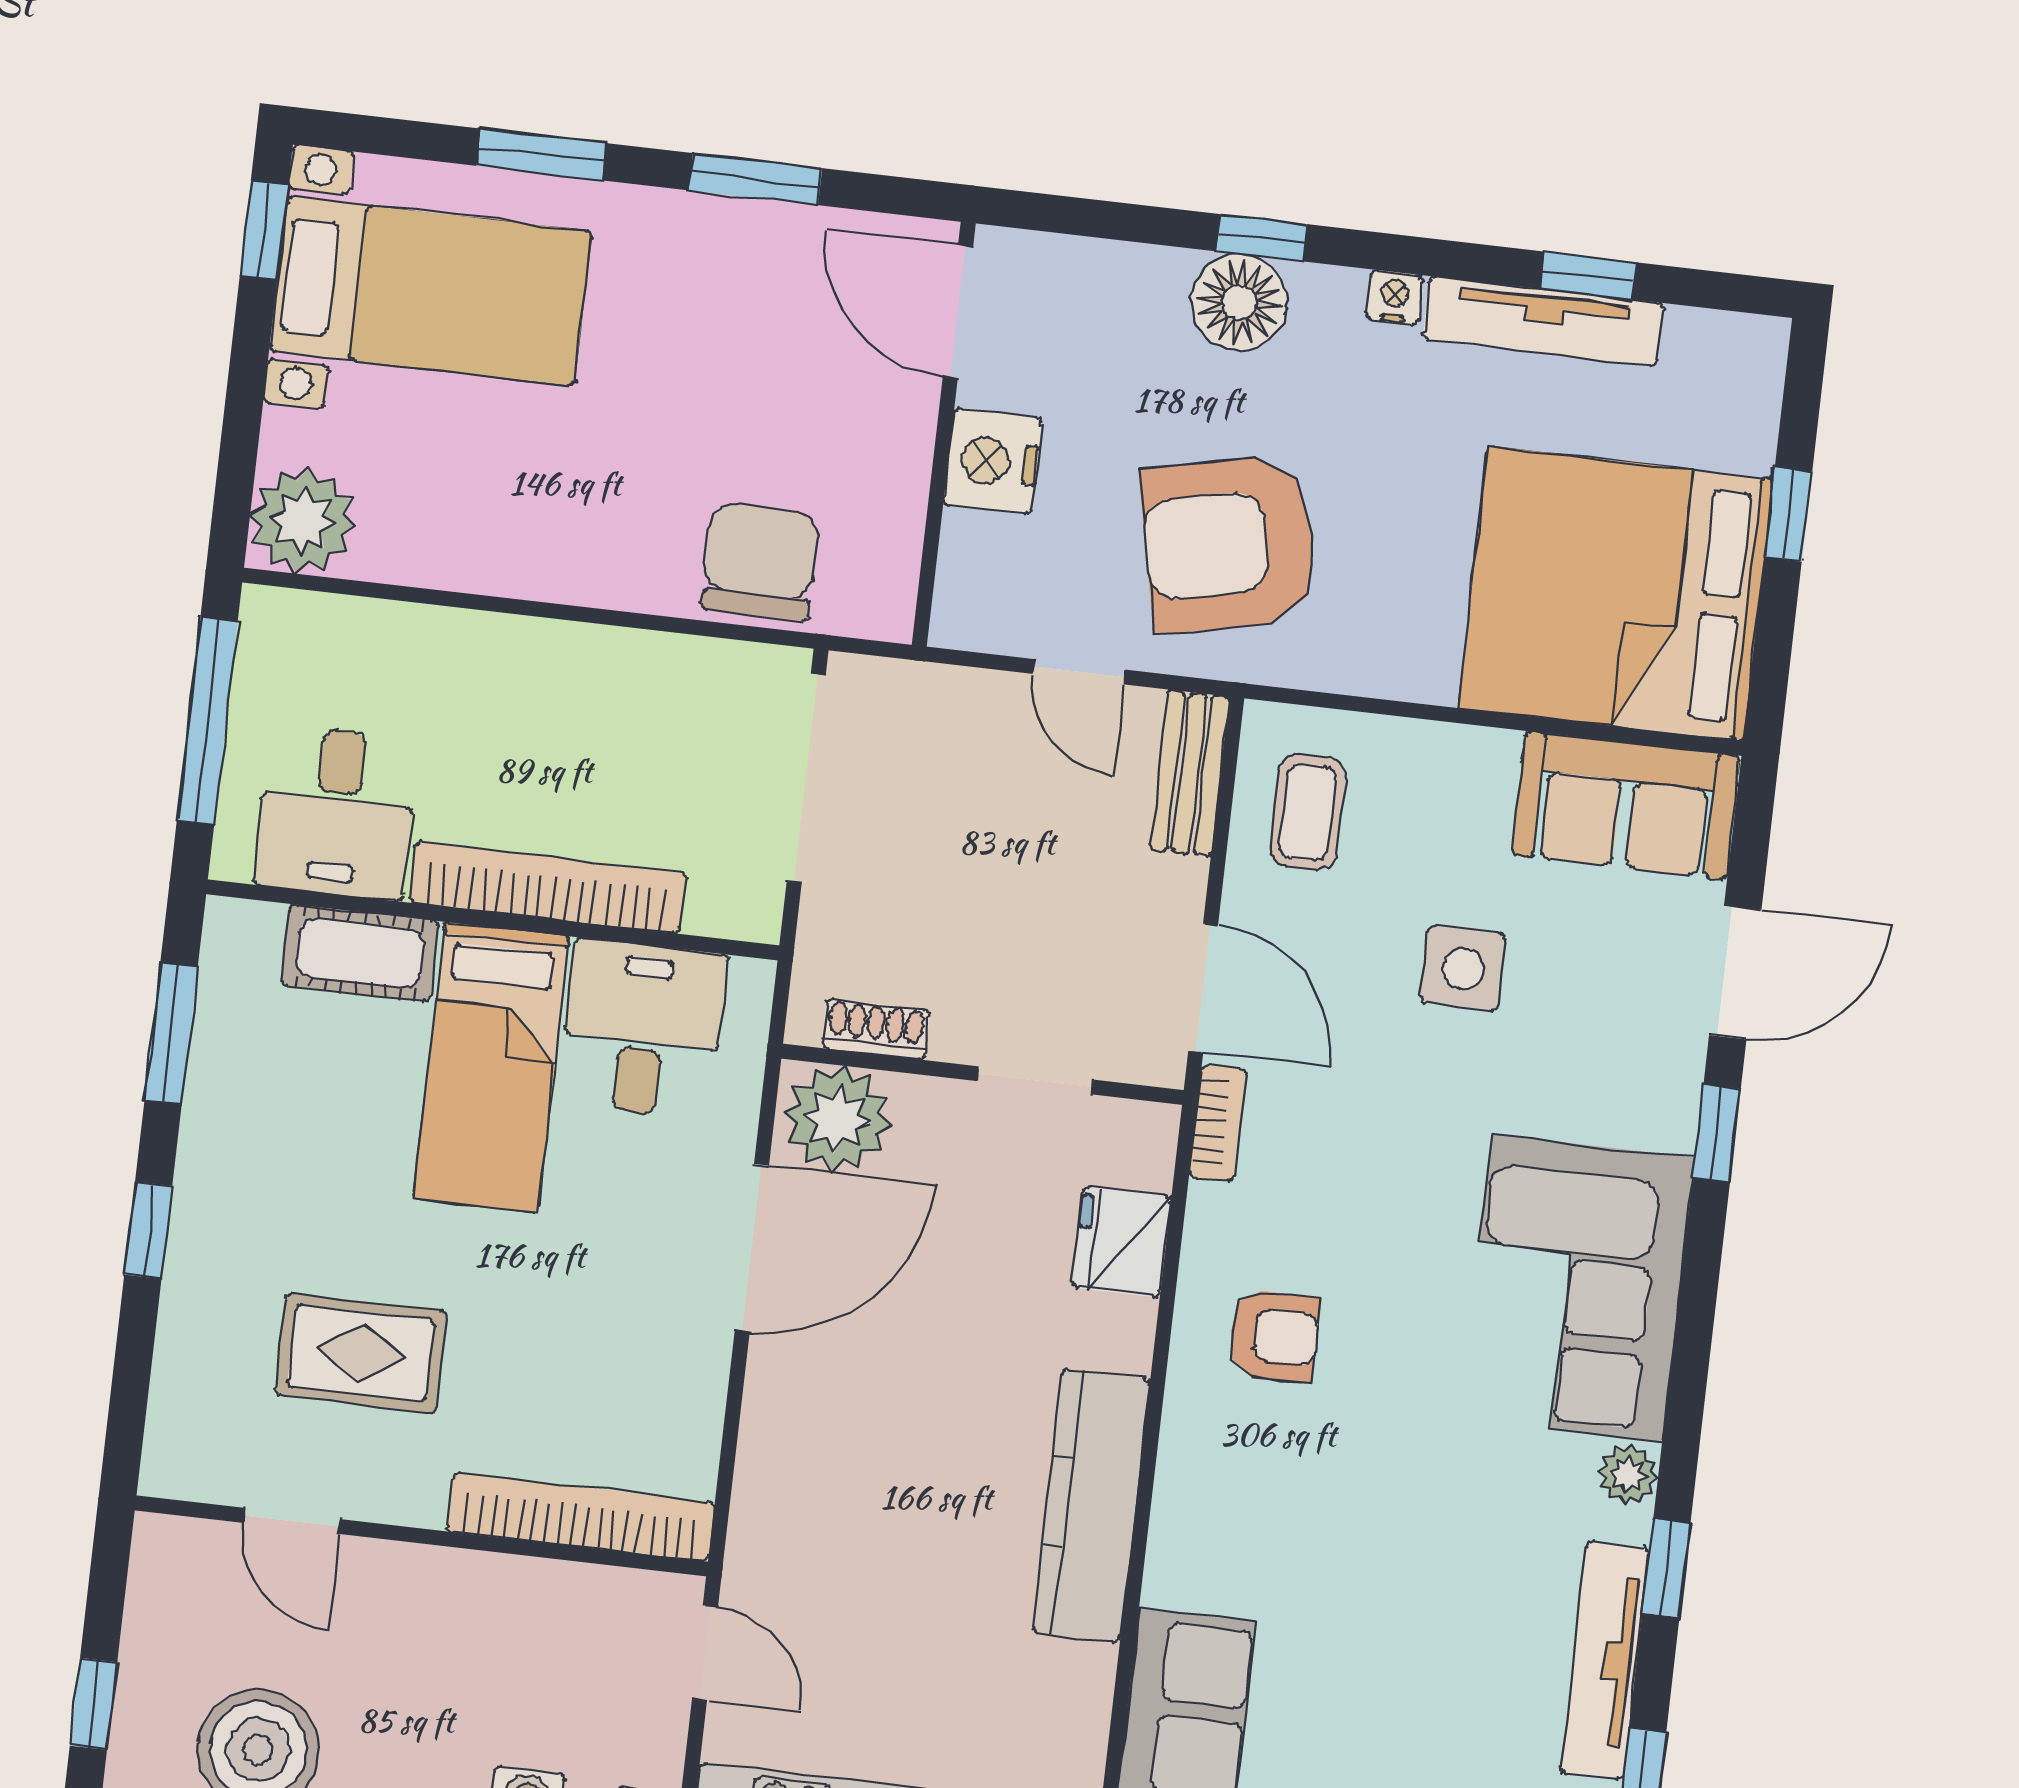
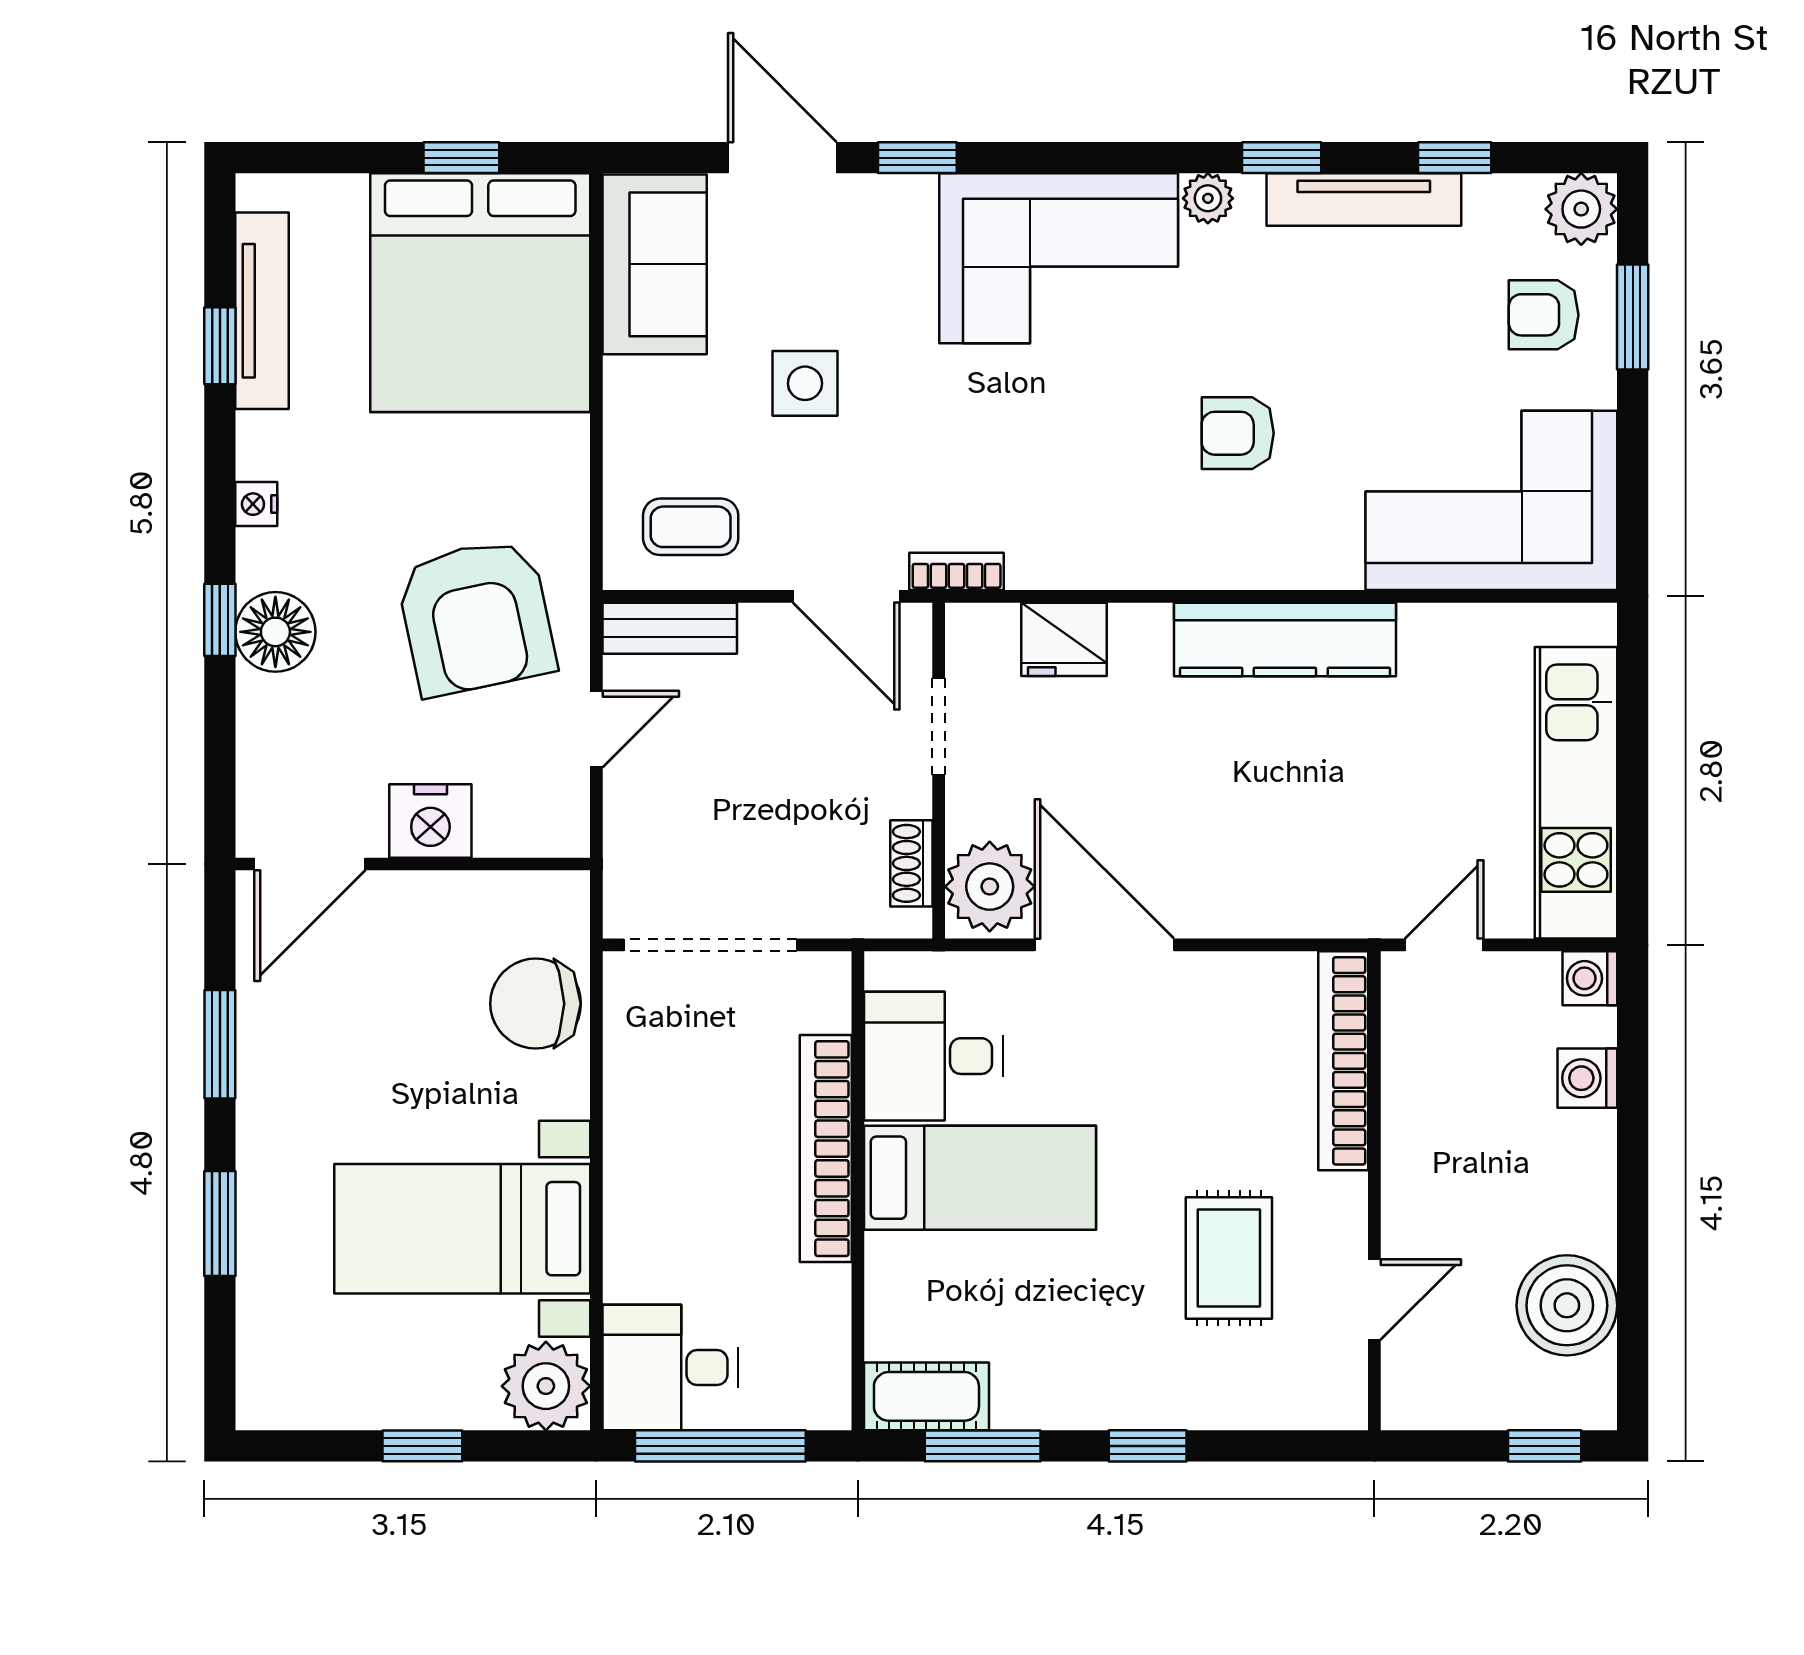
window: (264, 230) -> (422, 1446), moved
bed with nightstands: (430, 291) -> (462, 1229), moved, turned -90
tv unit: (1543, 321) -> (262, 311), moved
window: (1788, 515) -> (461, 158), moved
desk: (337, 812) -> (670, 1368), moved, turned 180
cot: (360, 953) -> (926, 1396), moved, turned 90
door: (1203, 988) -> (846, 596), swing flipped
armchair: (1274, 1336) -> (1238, 433), moved, turned -90

